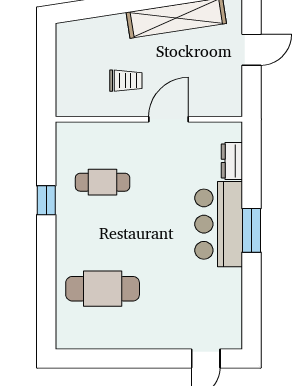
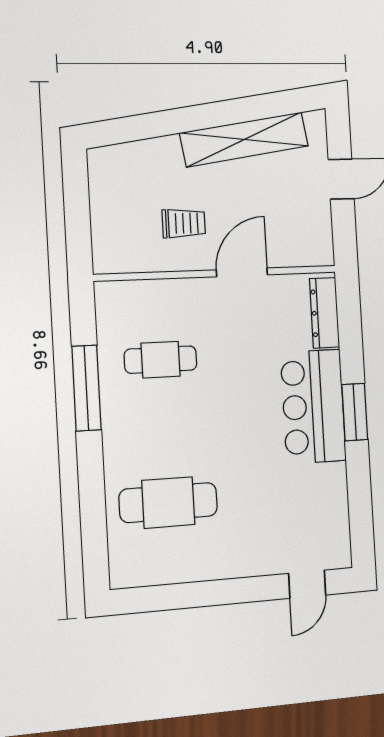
dresser: (232, 161) -> (324, 313), width x1.44
window: (46, 200) -> (86, 388), width x2.17

